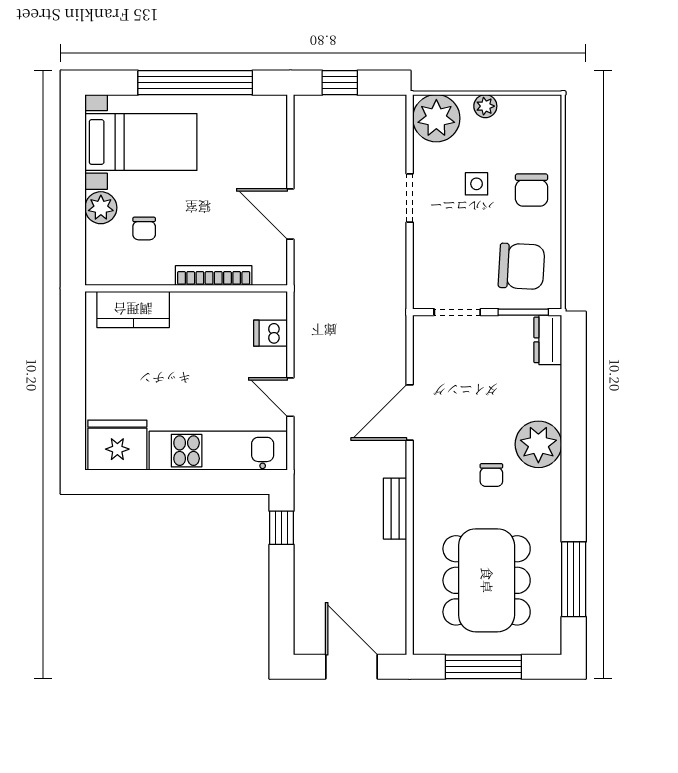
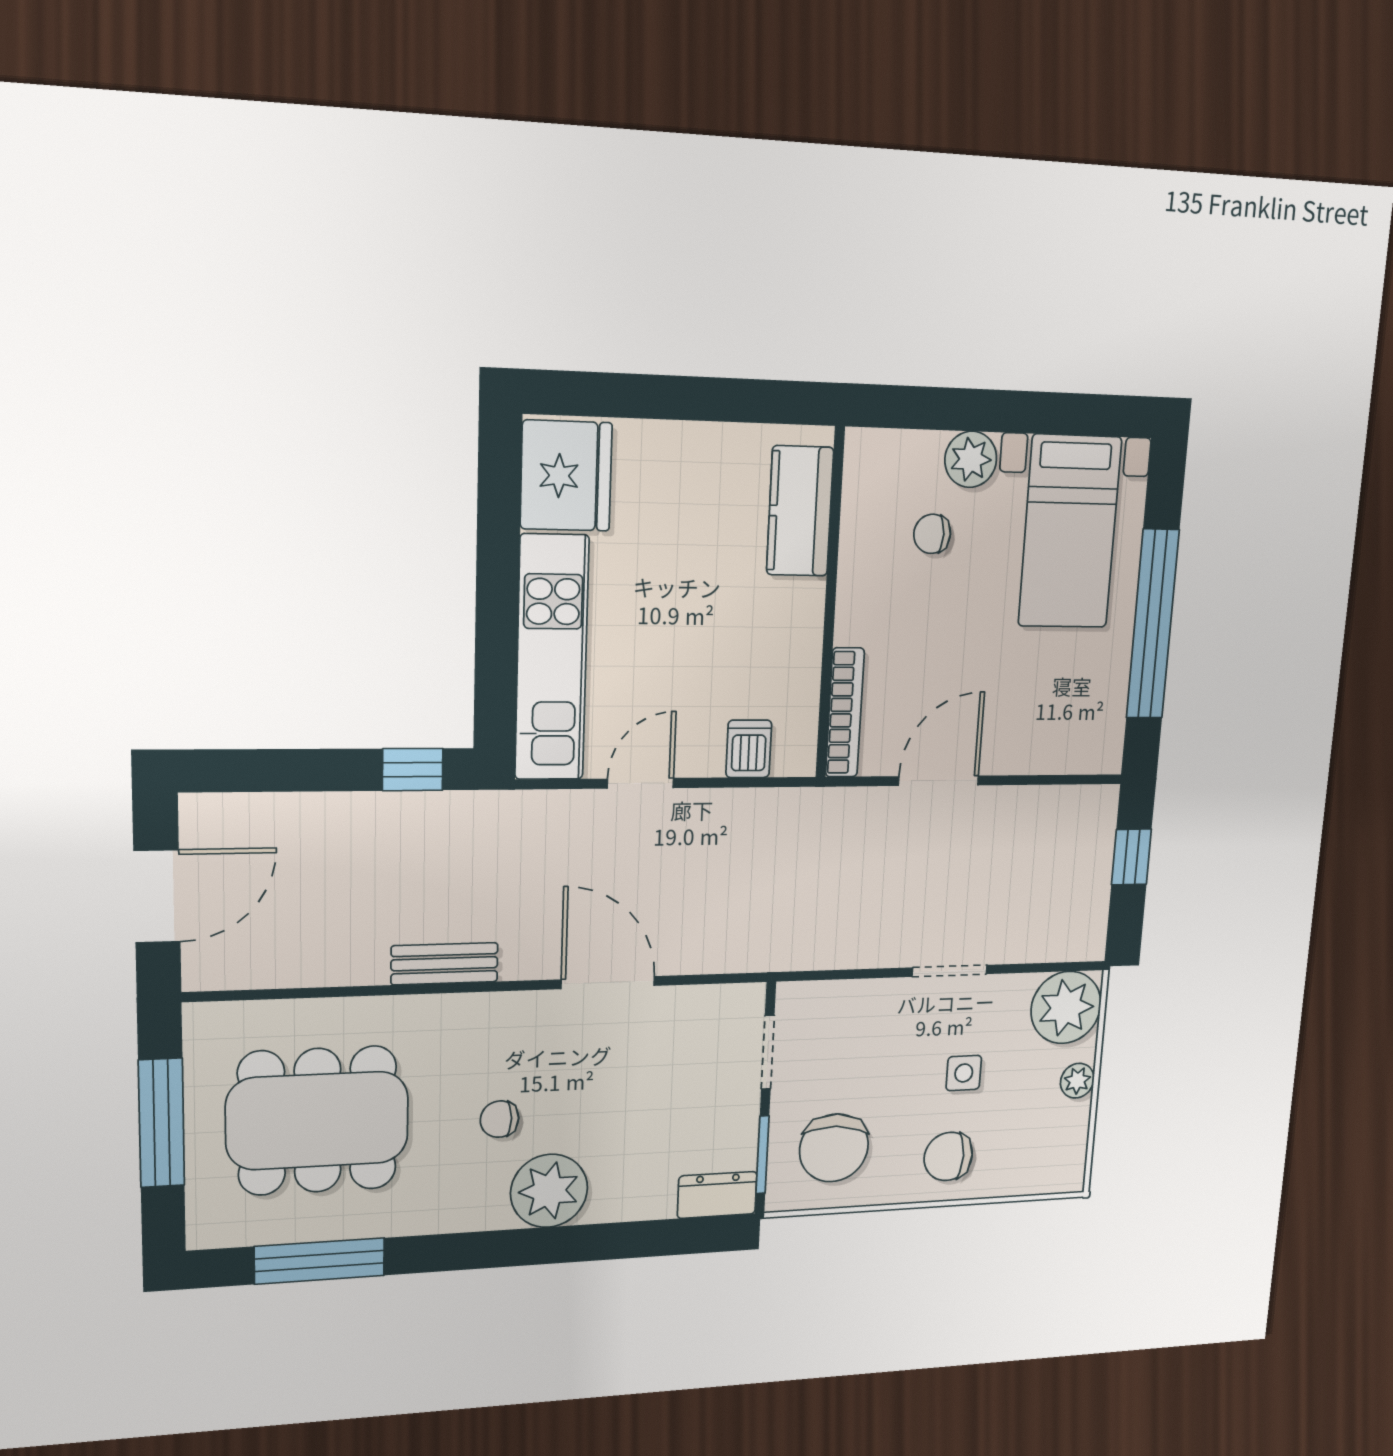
bookcase: (214, 276) -> (845, 713), moved

